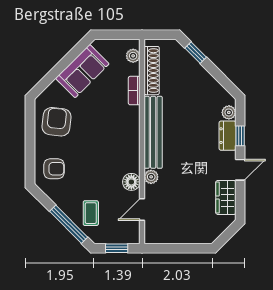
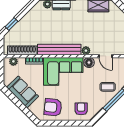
corner sofa: (117, 139) -> (63, 71), added

